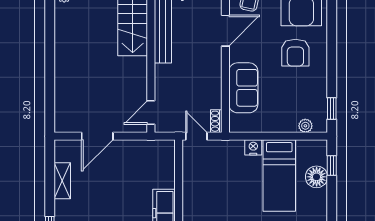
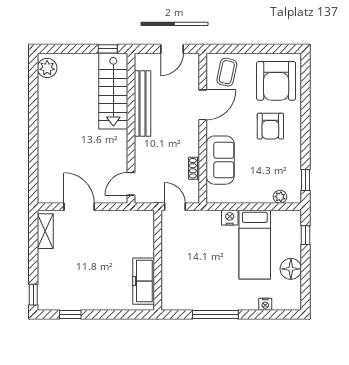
shoe rack: (216, 121) -> (194, 168), moved
door: (97, 136) -> (79, 207), swing flipped
floor lamp: (317, 177) -> (291, 269), moved
shelving: (62, 181) -> (45, 231), moved

